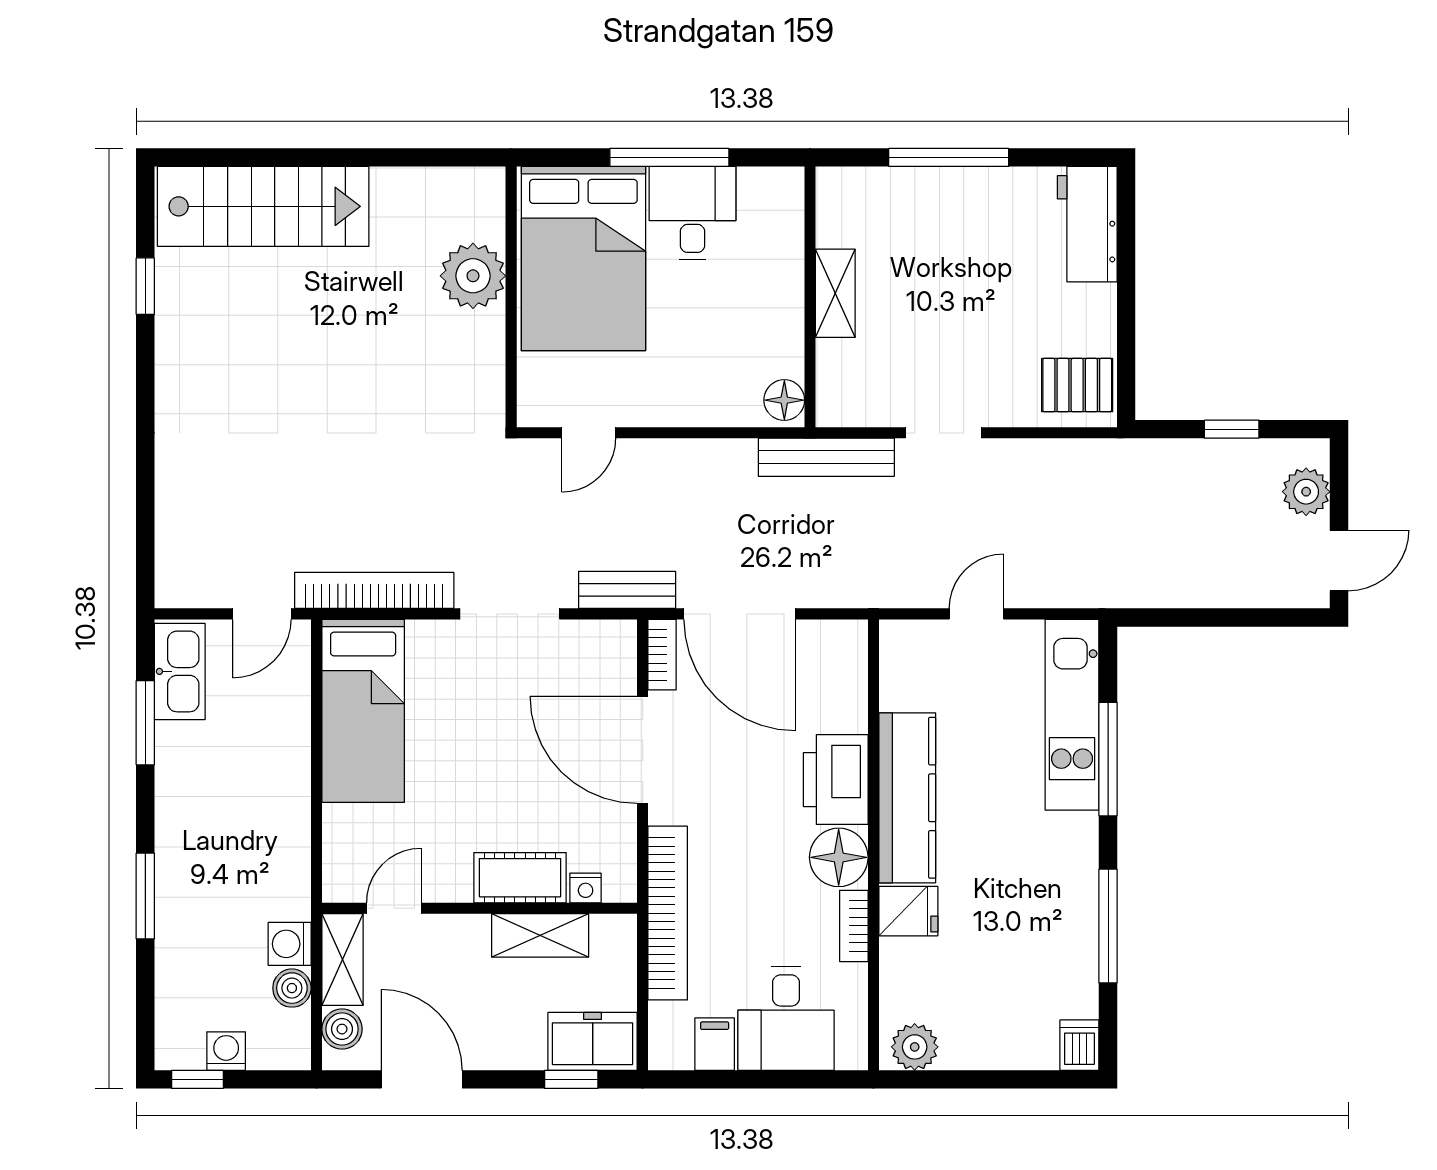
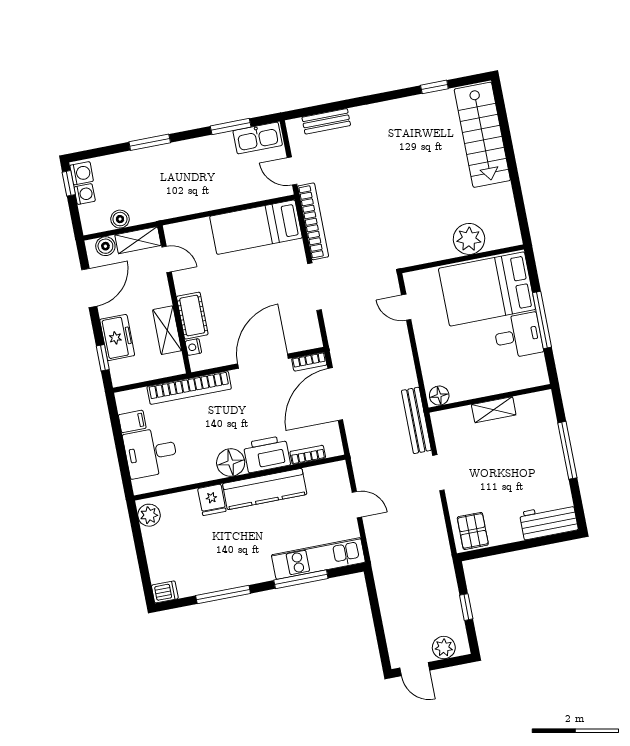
bench: (627, 590) -> (326, 121), moved, turned 90
bookcase: (854, 926) -> (308, 455), moved
washing machine: (290, 944) -> (82, 173), moved, turned 90
freezer: (593, 1041) -> (117, 337), moved

